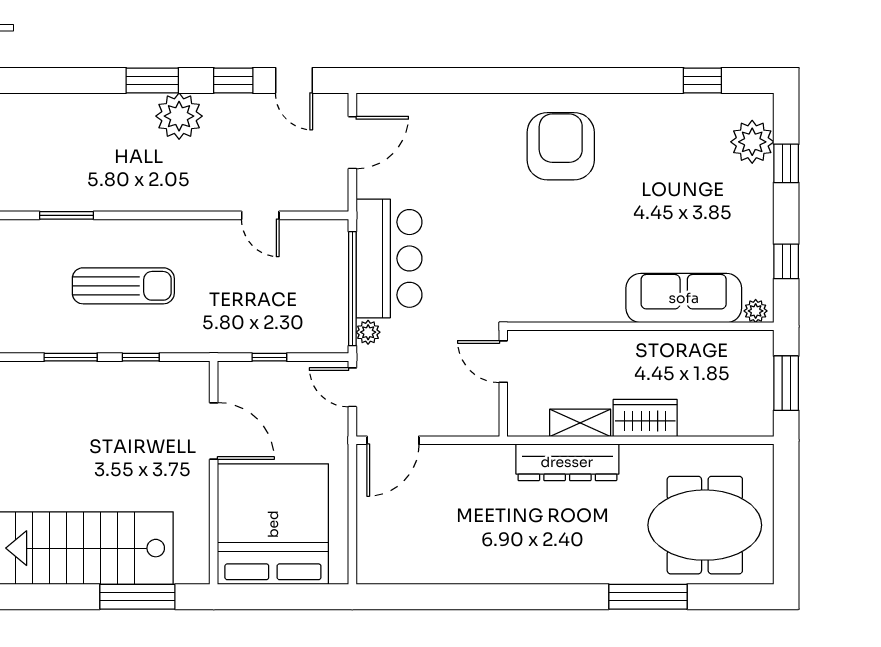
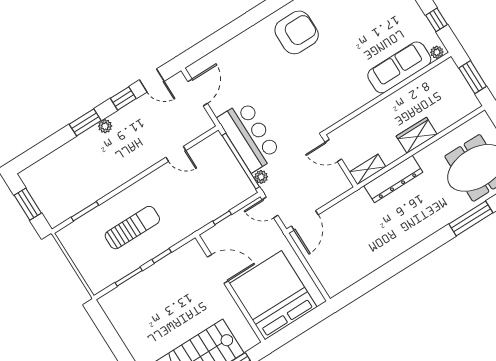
plant: (179, 116) -> (105, 126), width x0.53, depth x0.53
armchair: (561, 146) -> (297, 32), turned 90
shelving: (580, 423) -> (368, 169), moved

